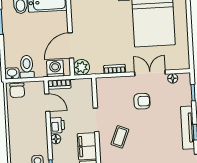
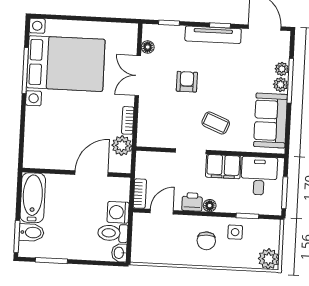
door: (71, 46) -> (92, 174), swing flipped
plant: (82, 67) -> (122, 146), moved
washing machine: (55, 68) -> (118, 212), moved
chair: (17, 90) -> (206, 241), moved, turned 90
armchair: (142, 101) -> (187, 82), moved

